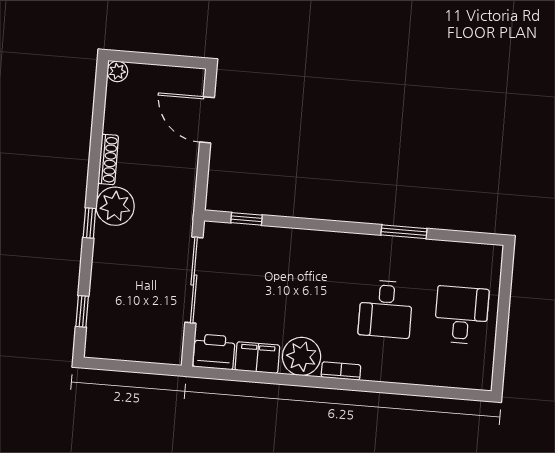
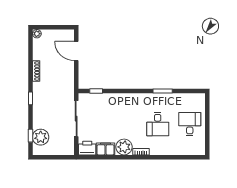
plant: (115, 206) -> (41, 137), moved

